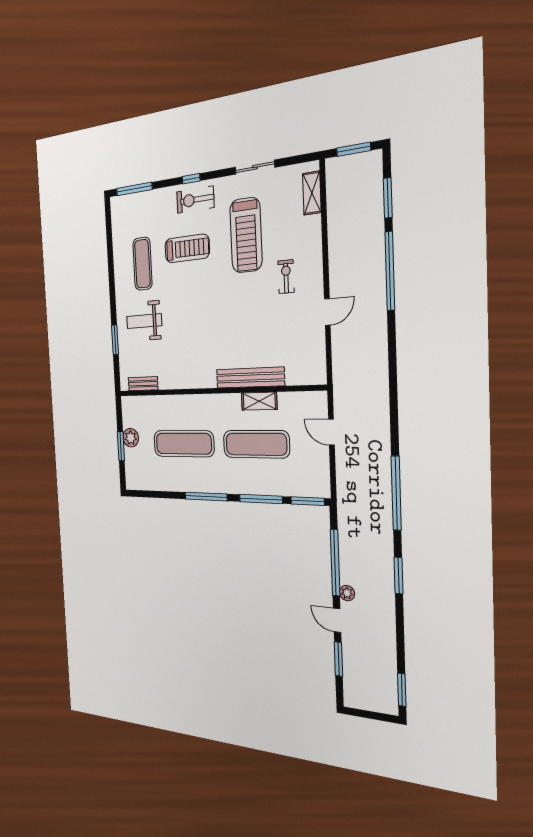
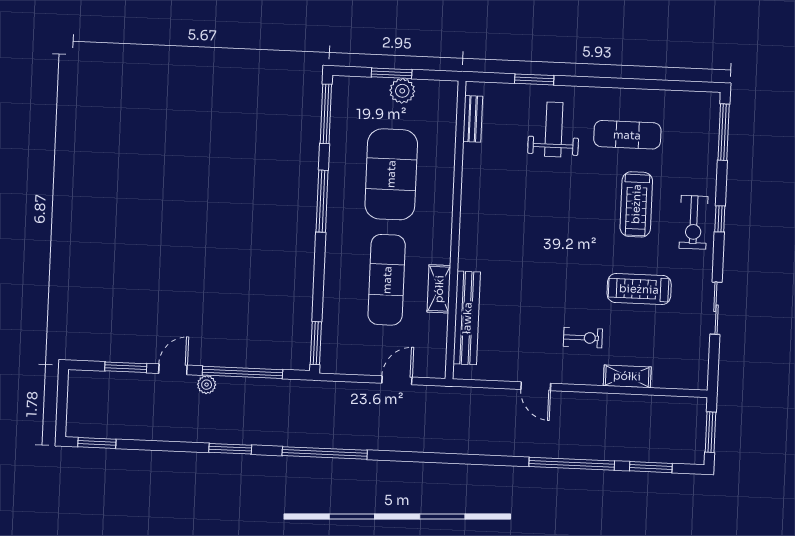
shelving: (312, 193) -> (627, 376), moved
exercise bike: (195, 200) -> (694, 222), turned 180
treadmill: (246, 235) -> (639, 289), width x0.73, depth x0.73
bench: (250, 378) -> (467, 318), moved
exercise mat: (184, 444) -> (391, 174), width x1.47
window: (261, 499) -> (326, 114), moved

